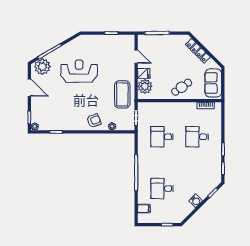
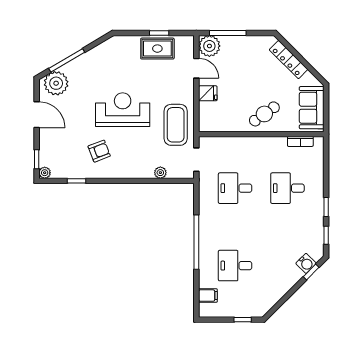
rug: (110, 43) -> (157, 49), added
reception desk: (79, 71) -> (123, 110), moved
plant: (145, 86) -> (209, 46), moved
armchair: (94, 121) -> (99, 151), moved
water cooler: (196, 201) -> (306, 263), moved

